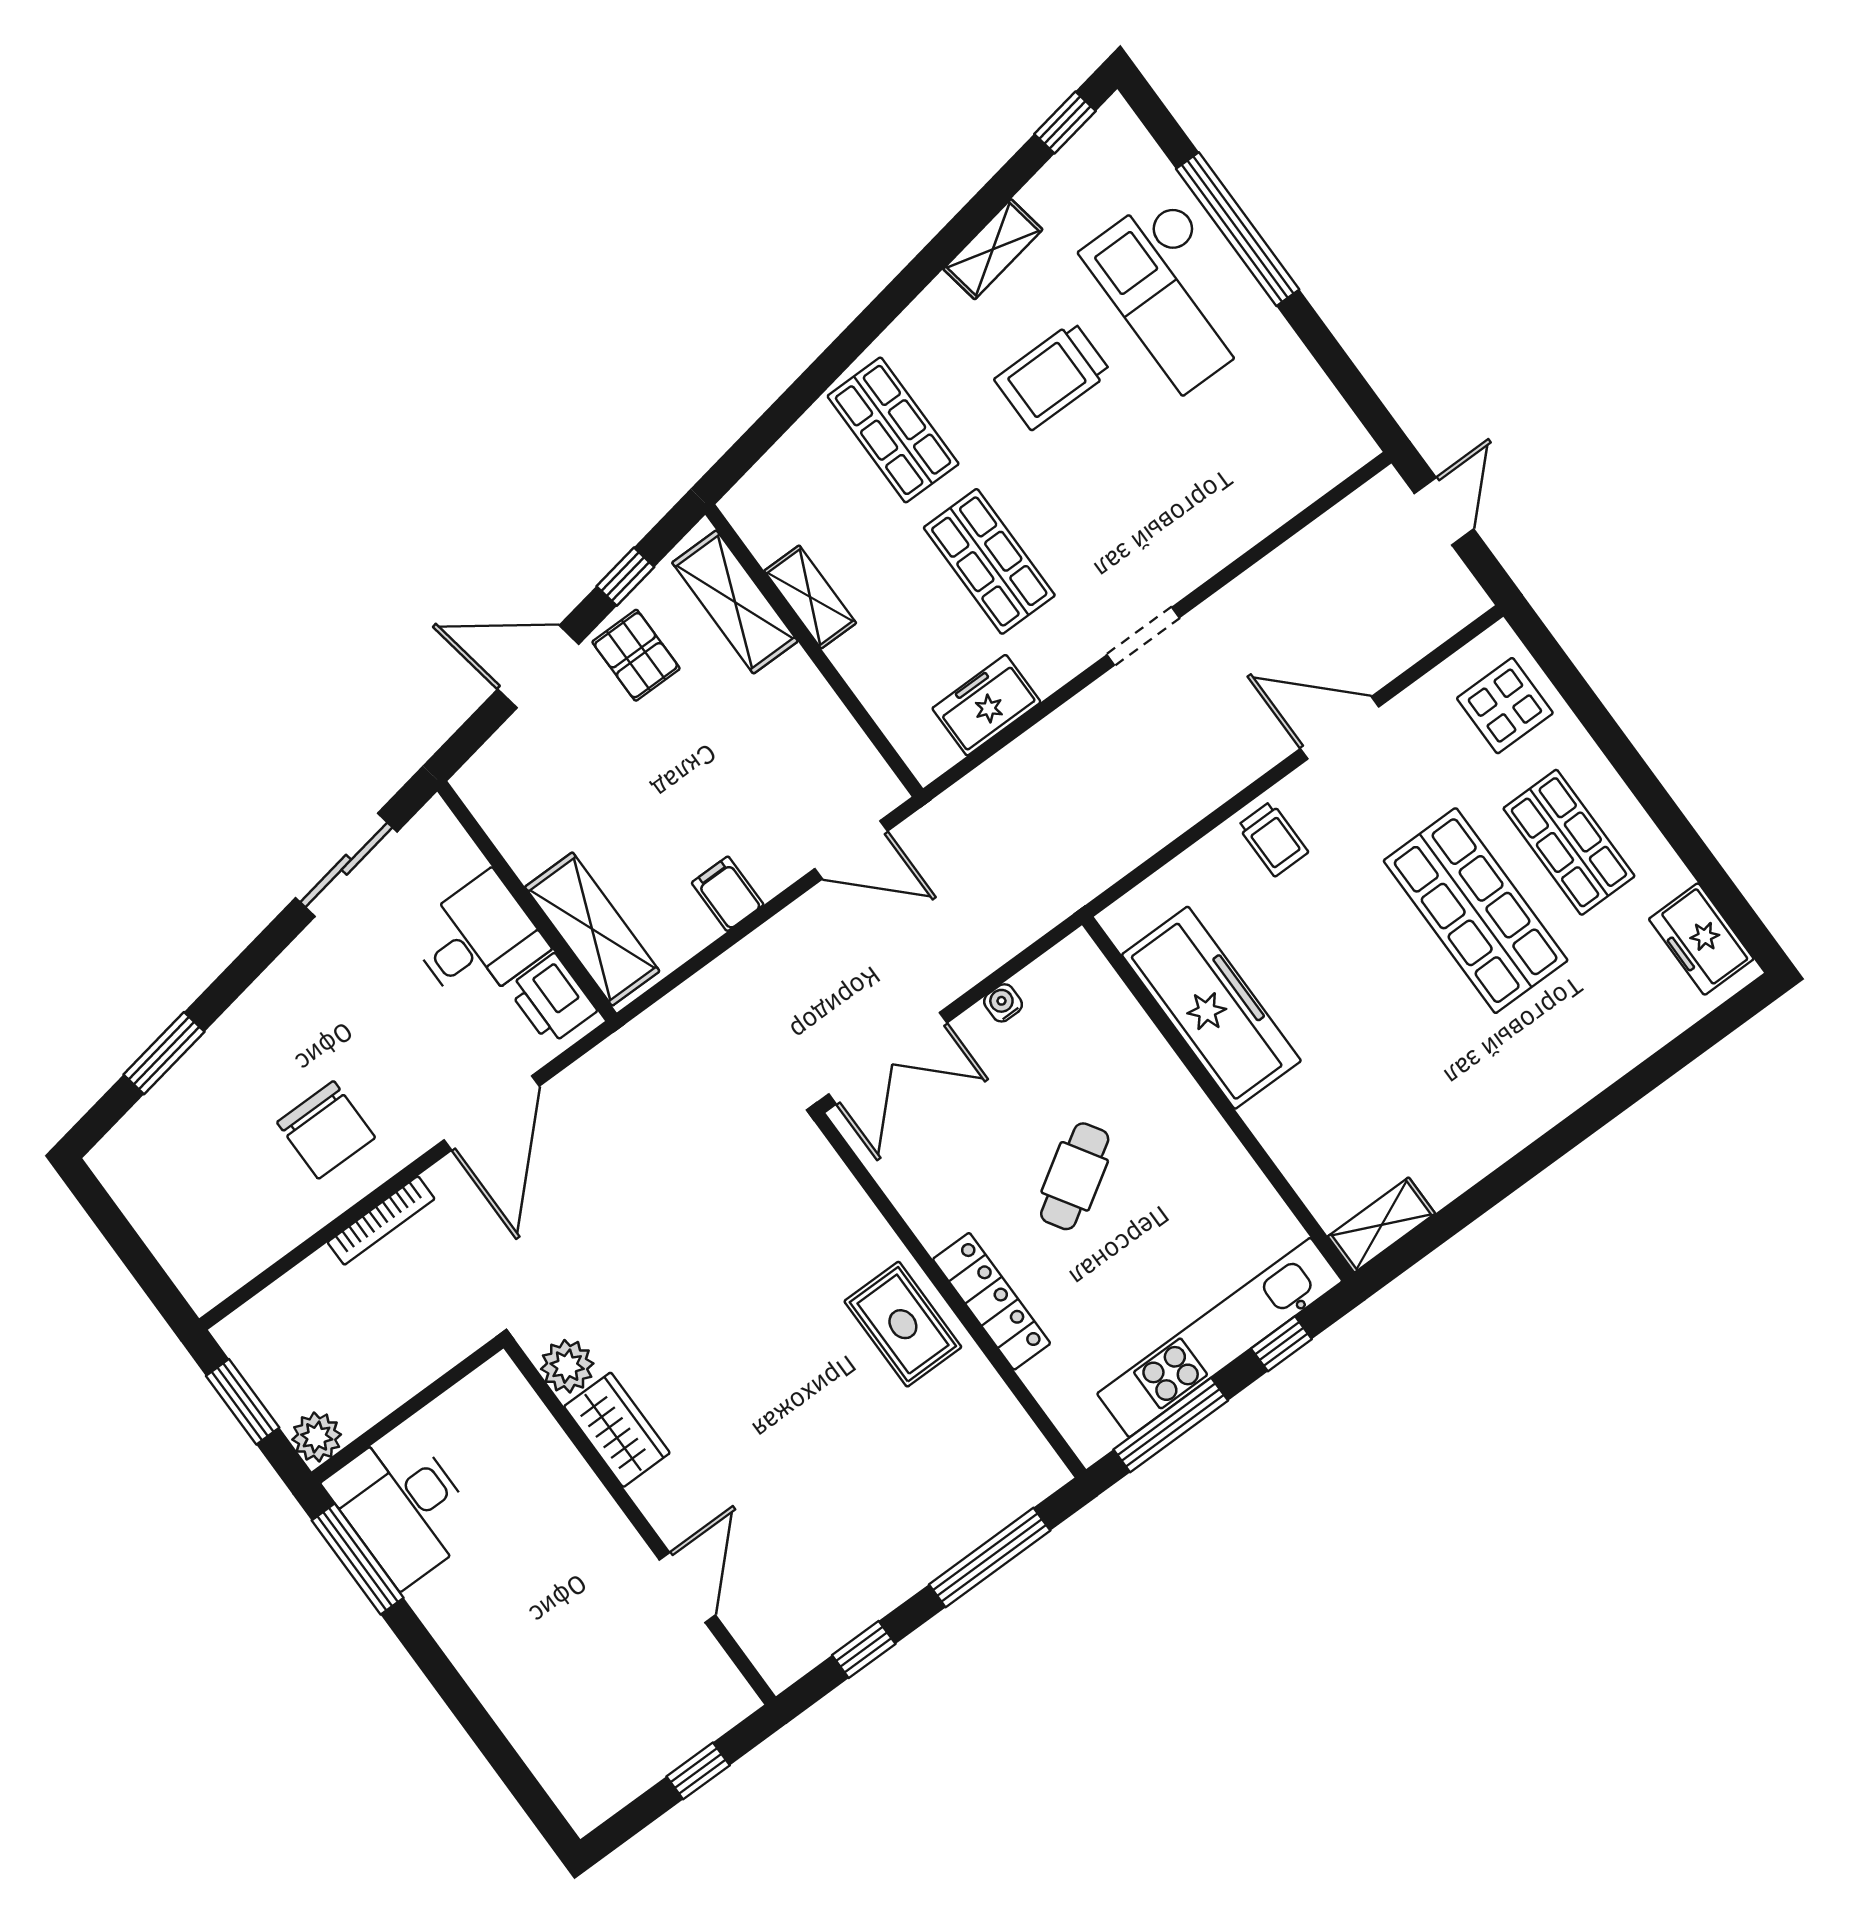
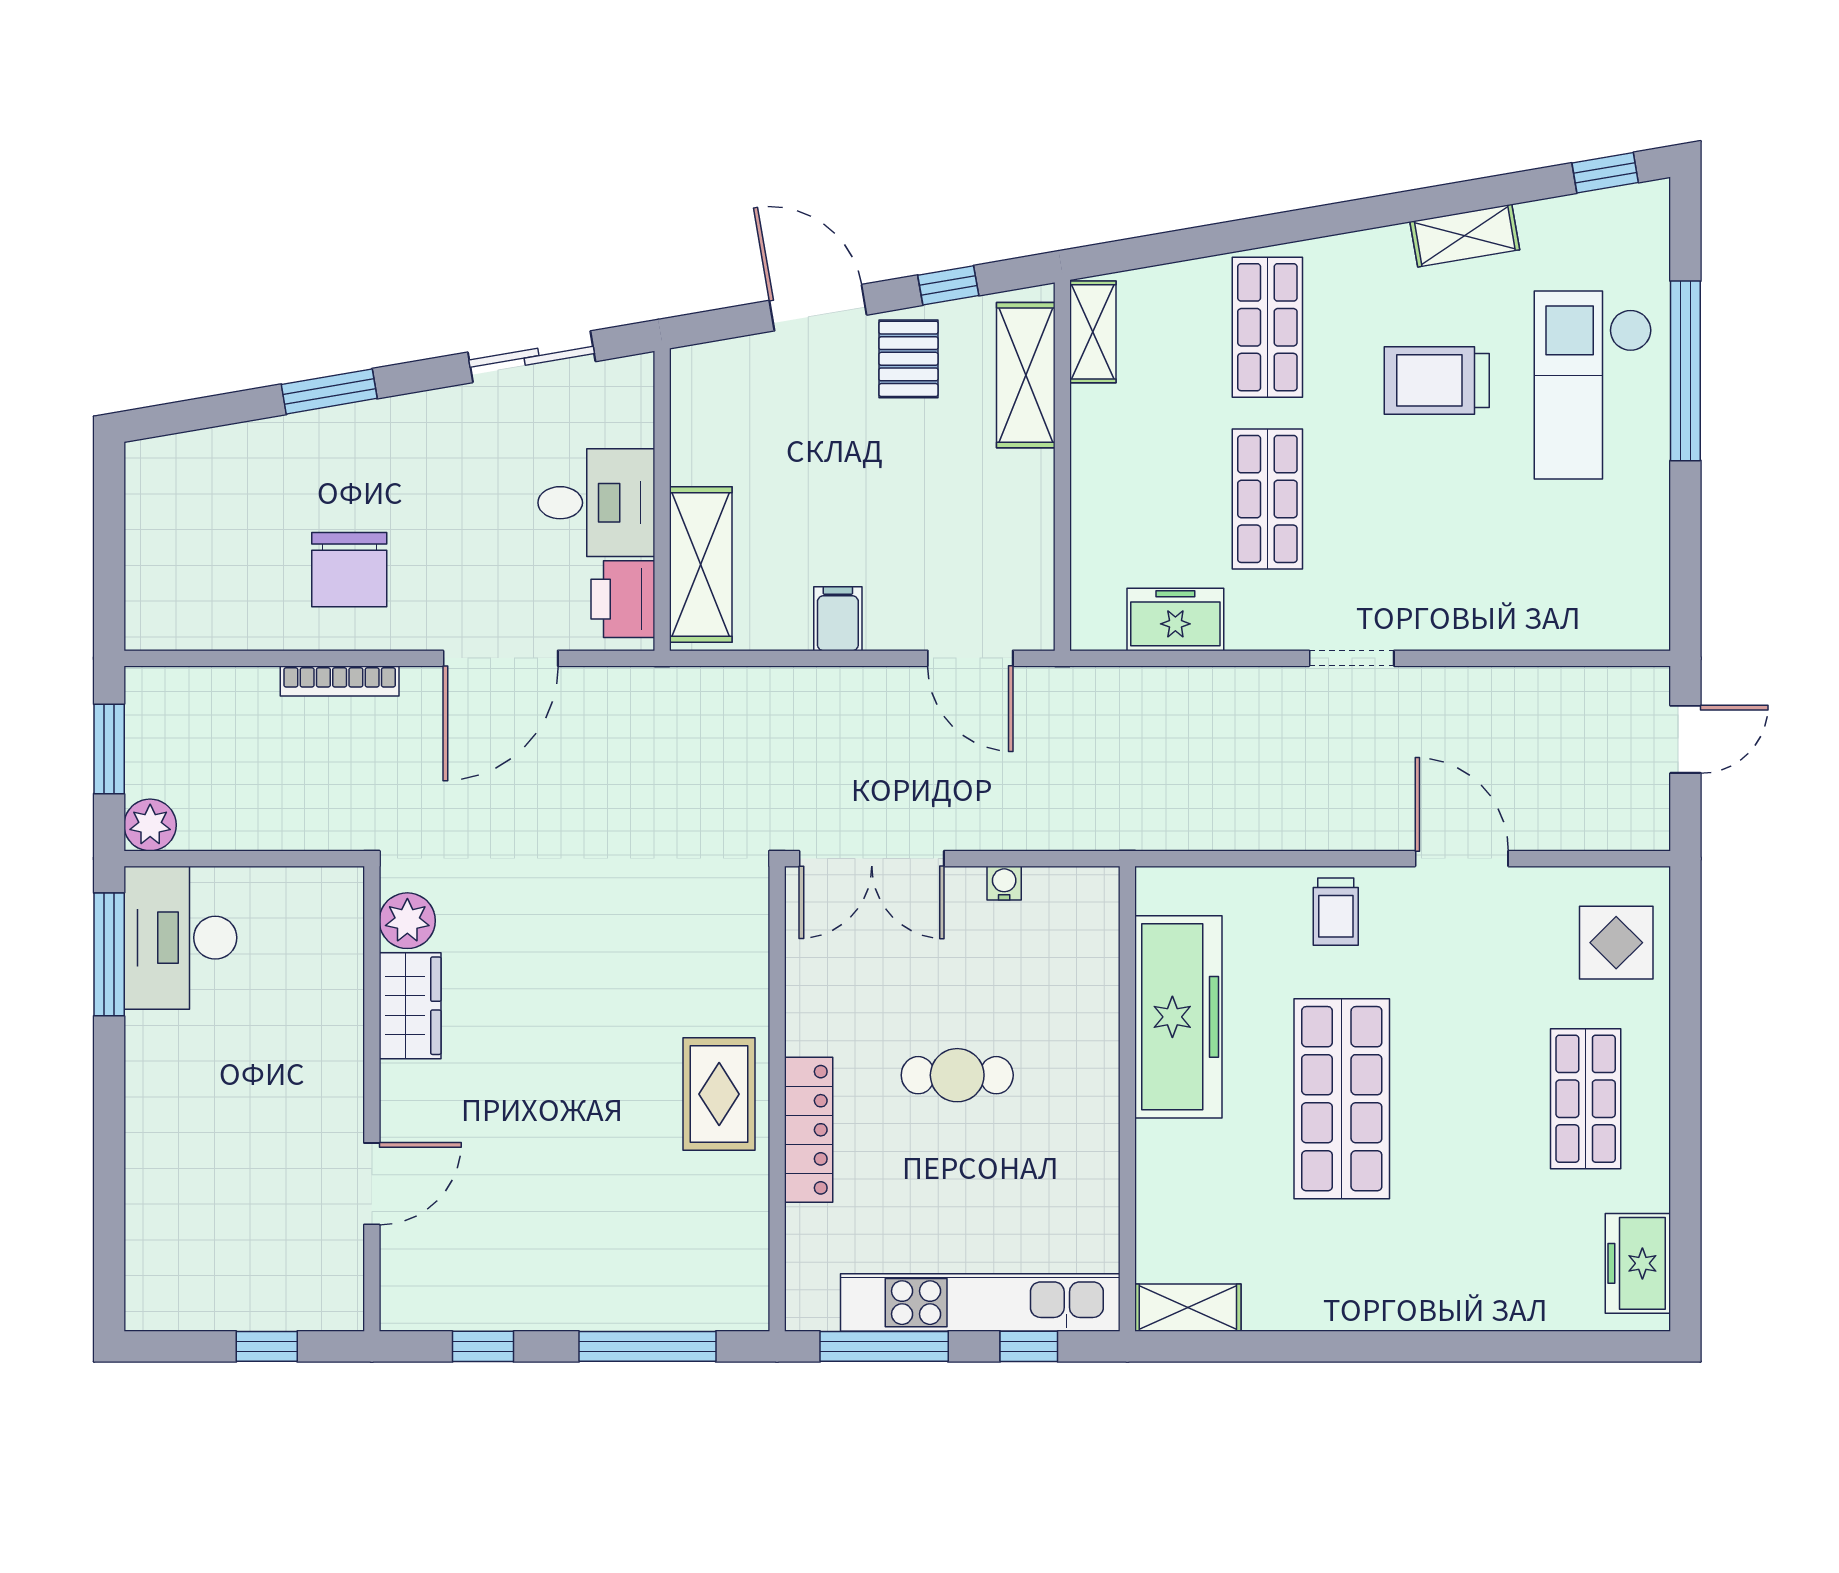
shelving: (810, 597) -> (1093, 332), moved
shop shelf: (1476, 911) -> (1342, 1099), moved
window: (164, 1053) -> (329, 391), moved
cafe table: (1075, 1176) -> (957, 1075), turned 32

